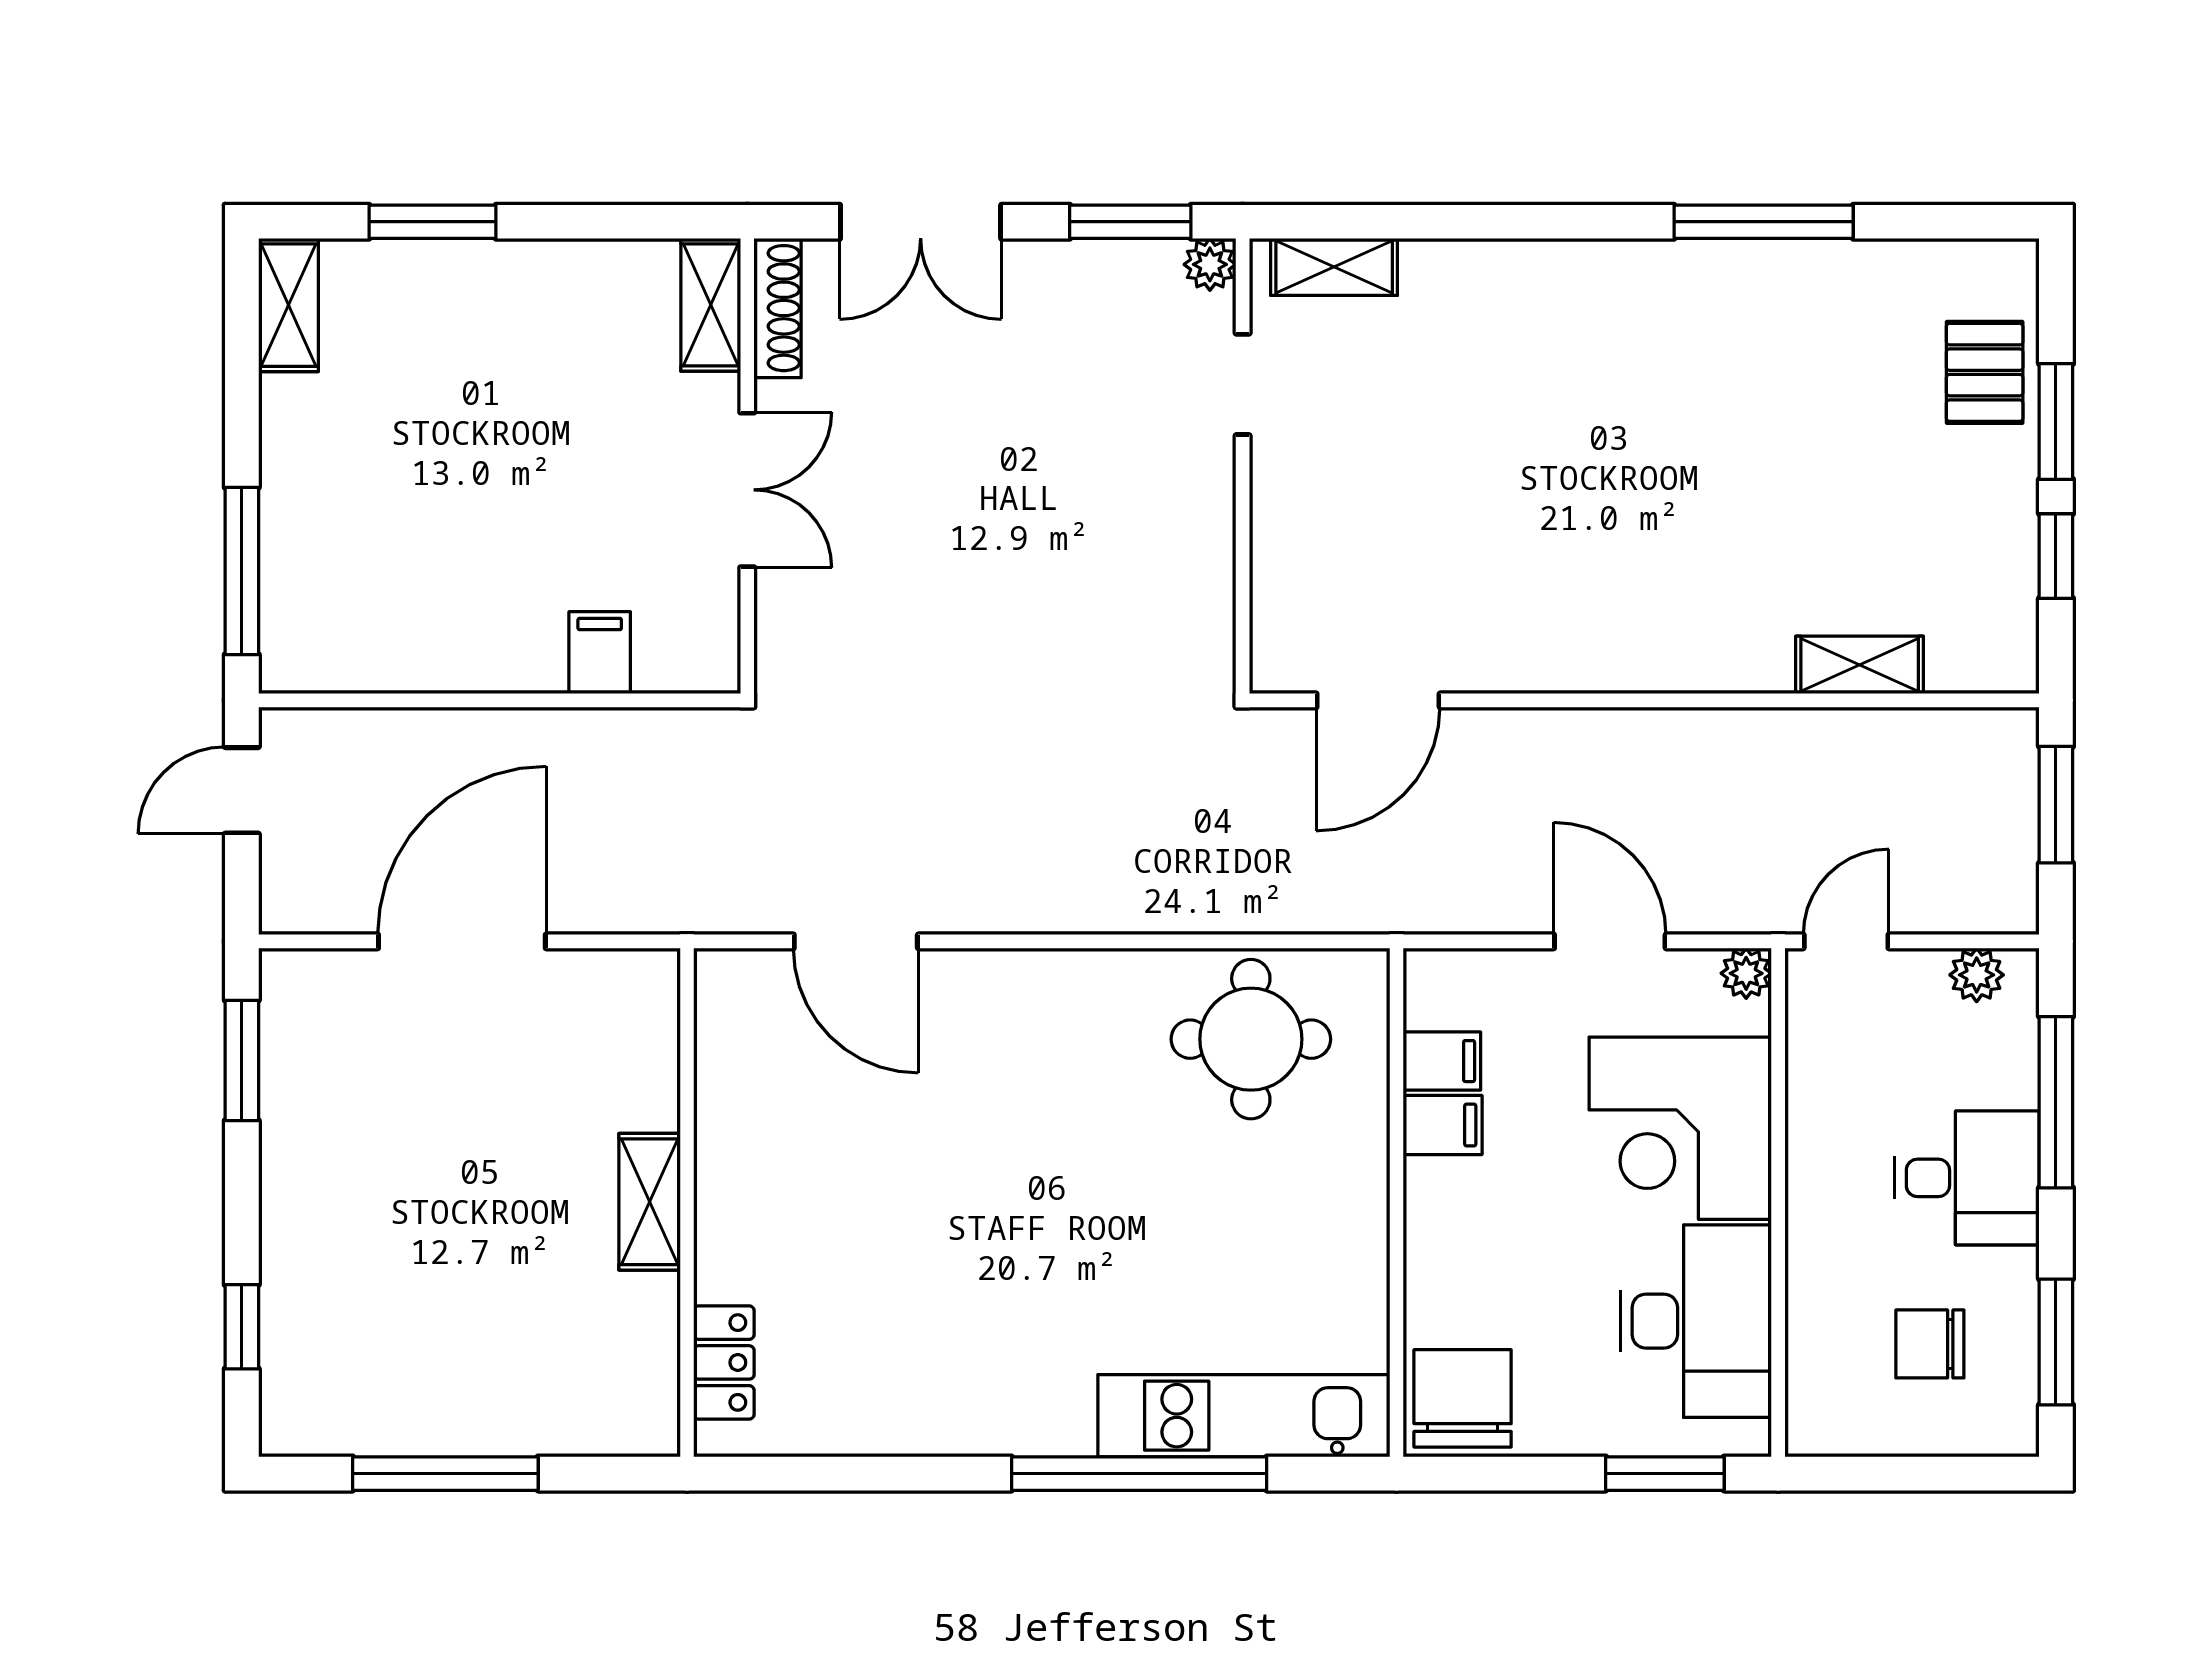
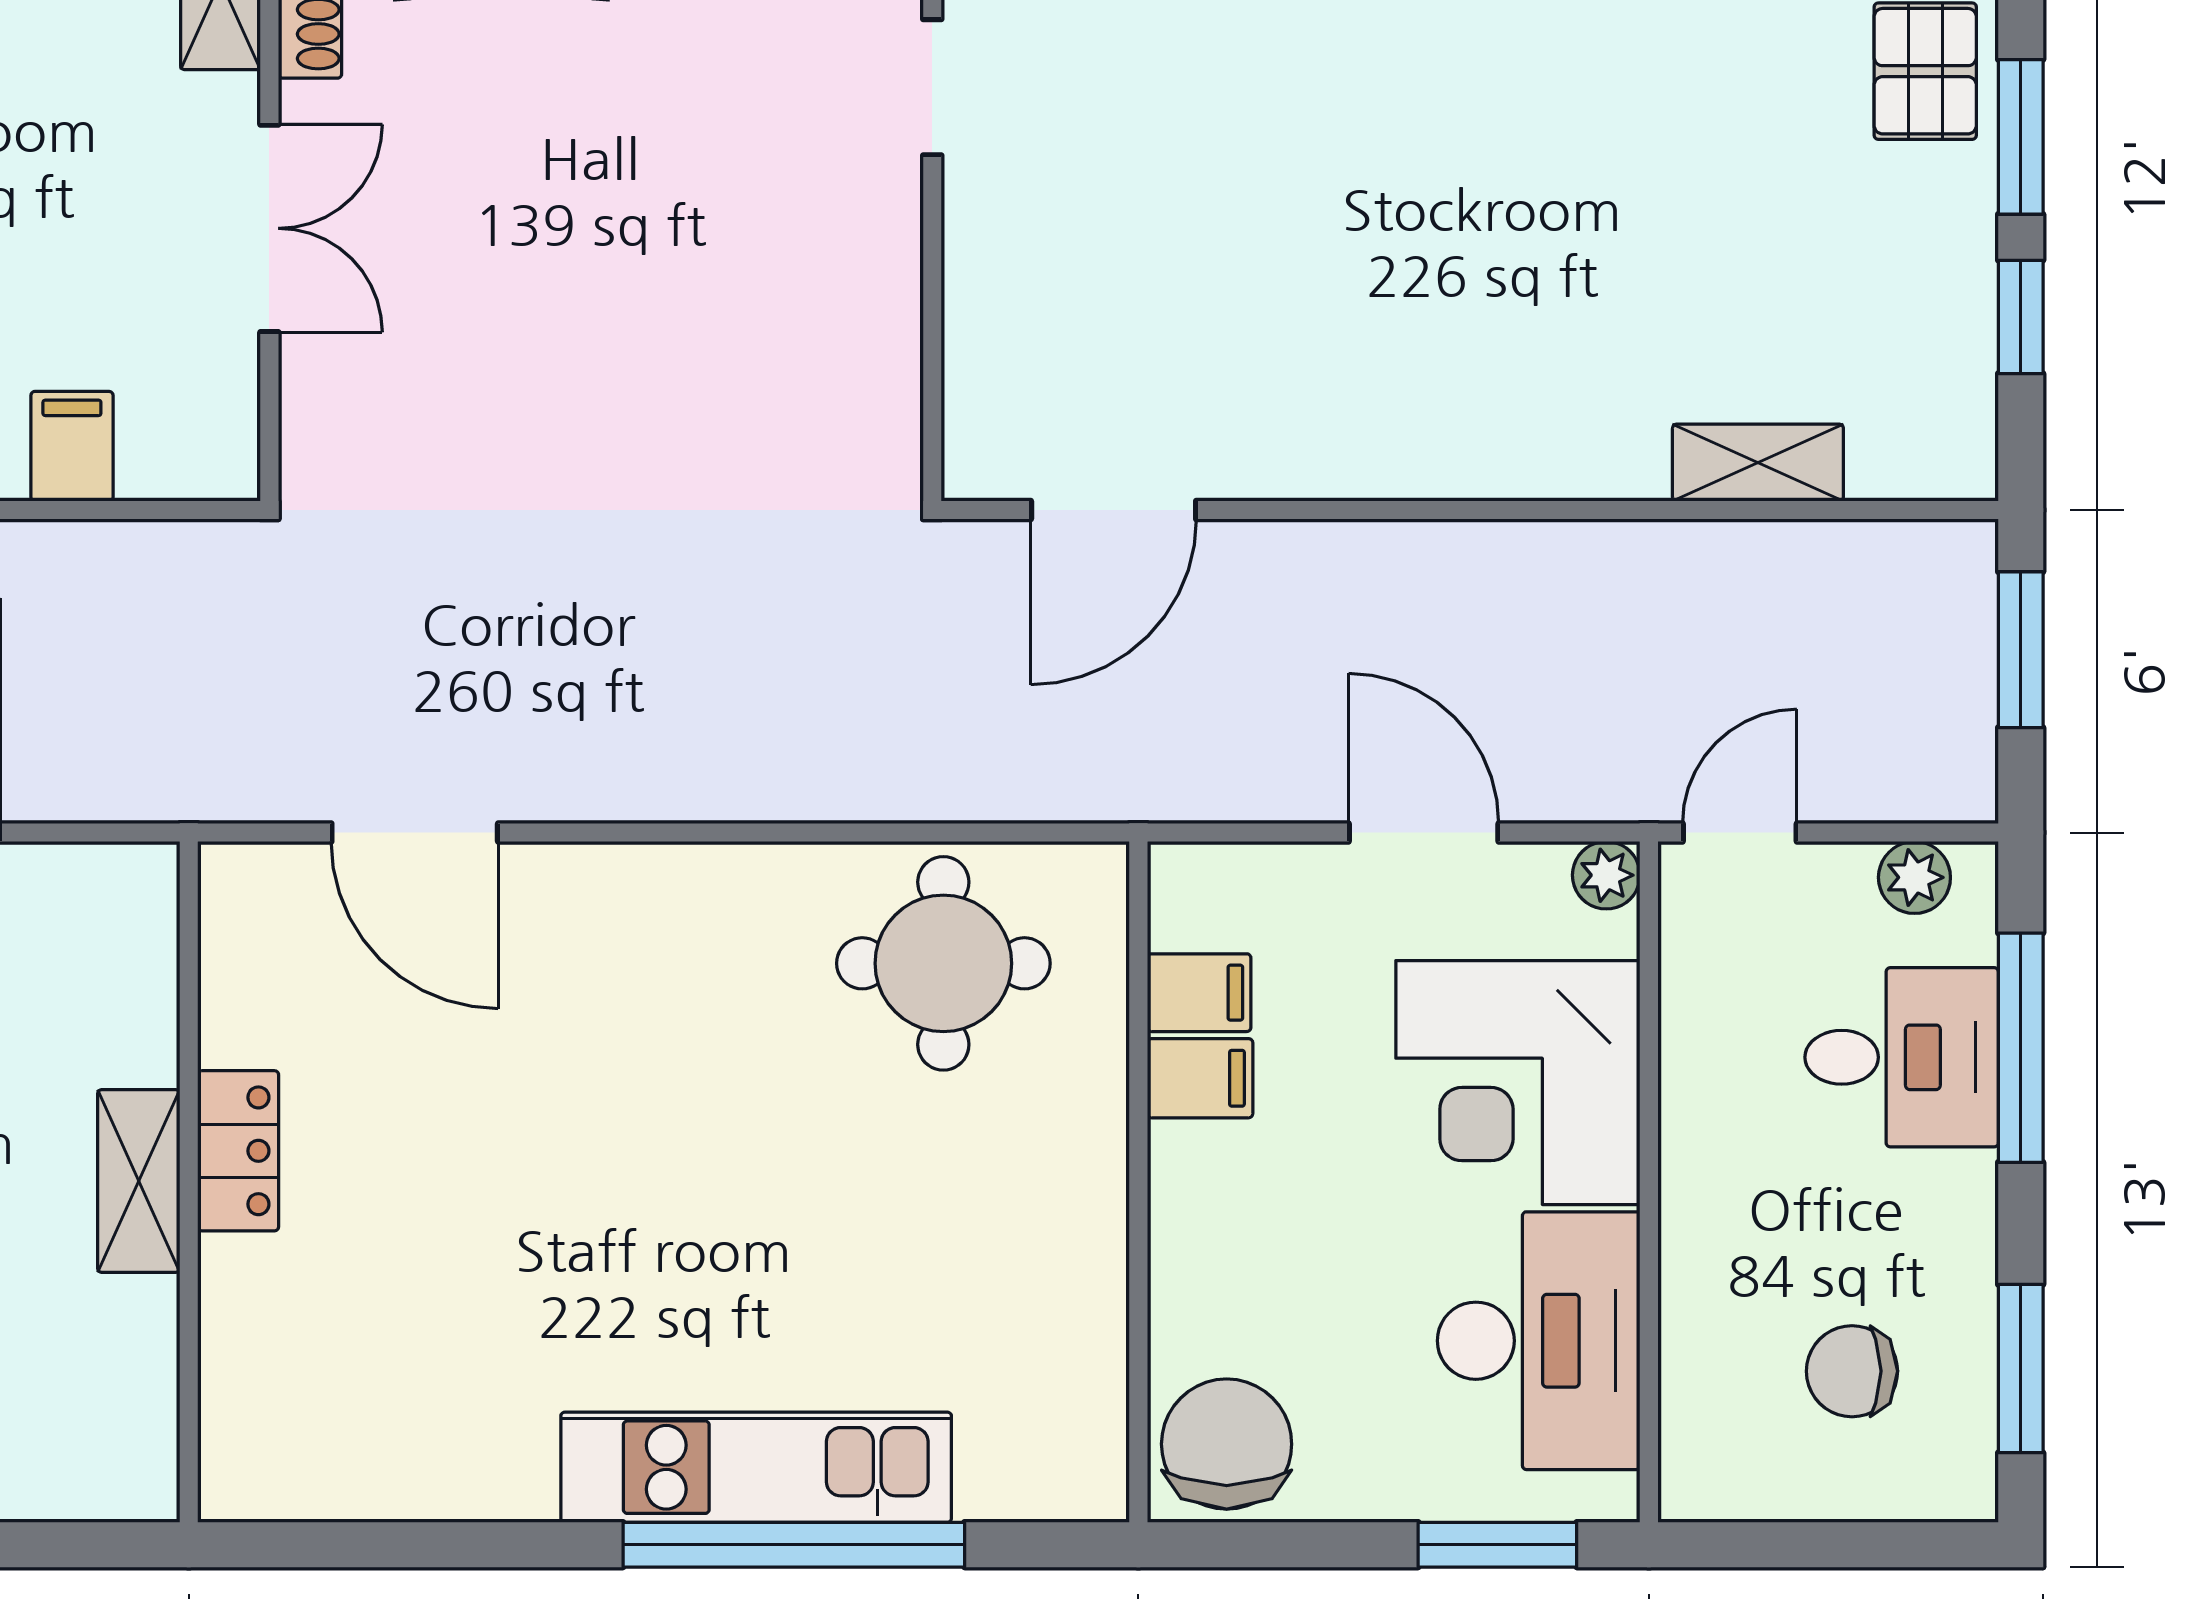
desk: (1967, 1178) -> (1902, 1057), moved
locker: (724, 1362) -> (238, 1151), moved
kitchen unit: (1244, 1416) -> (756, 1467), moved

